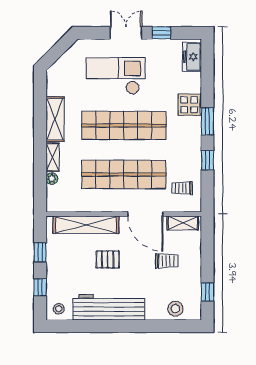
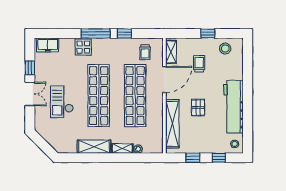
double door: (126, 33) -> (30, 94), swing flipped
checkout: (115, 76) -> (62, 102), width x0.73, depth x0.83
window: (207, 121) -> (96, 33), width x1.44
window: (207, 292) -> (208, 33), moved
stool: (175, 309) -> (225, 49), moved

